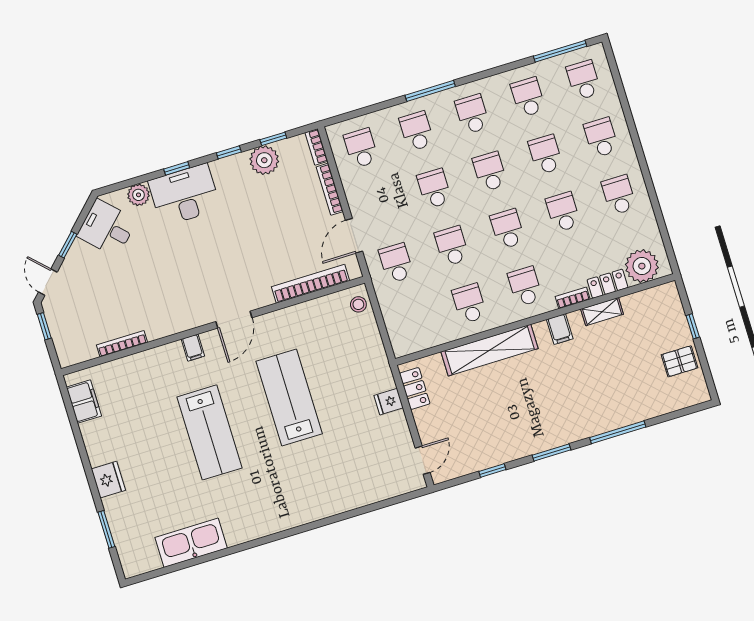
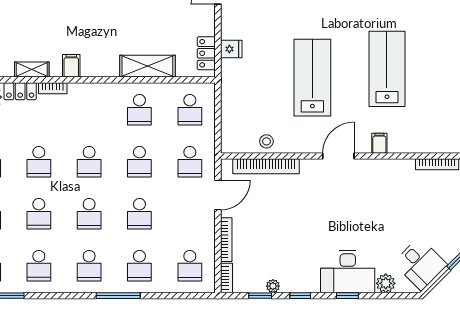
plant: (264, 160) -> (273, 286), width x0.53, depth x0.53
school desk: (525, 286) -> (190, 110), moved
stool: (358, 304) -> (266, 141), moved
shelving: (490, 350) -> (147, 66), width x0.68
lab bench: (289, 398) -> (312, 78), turned 180

